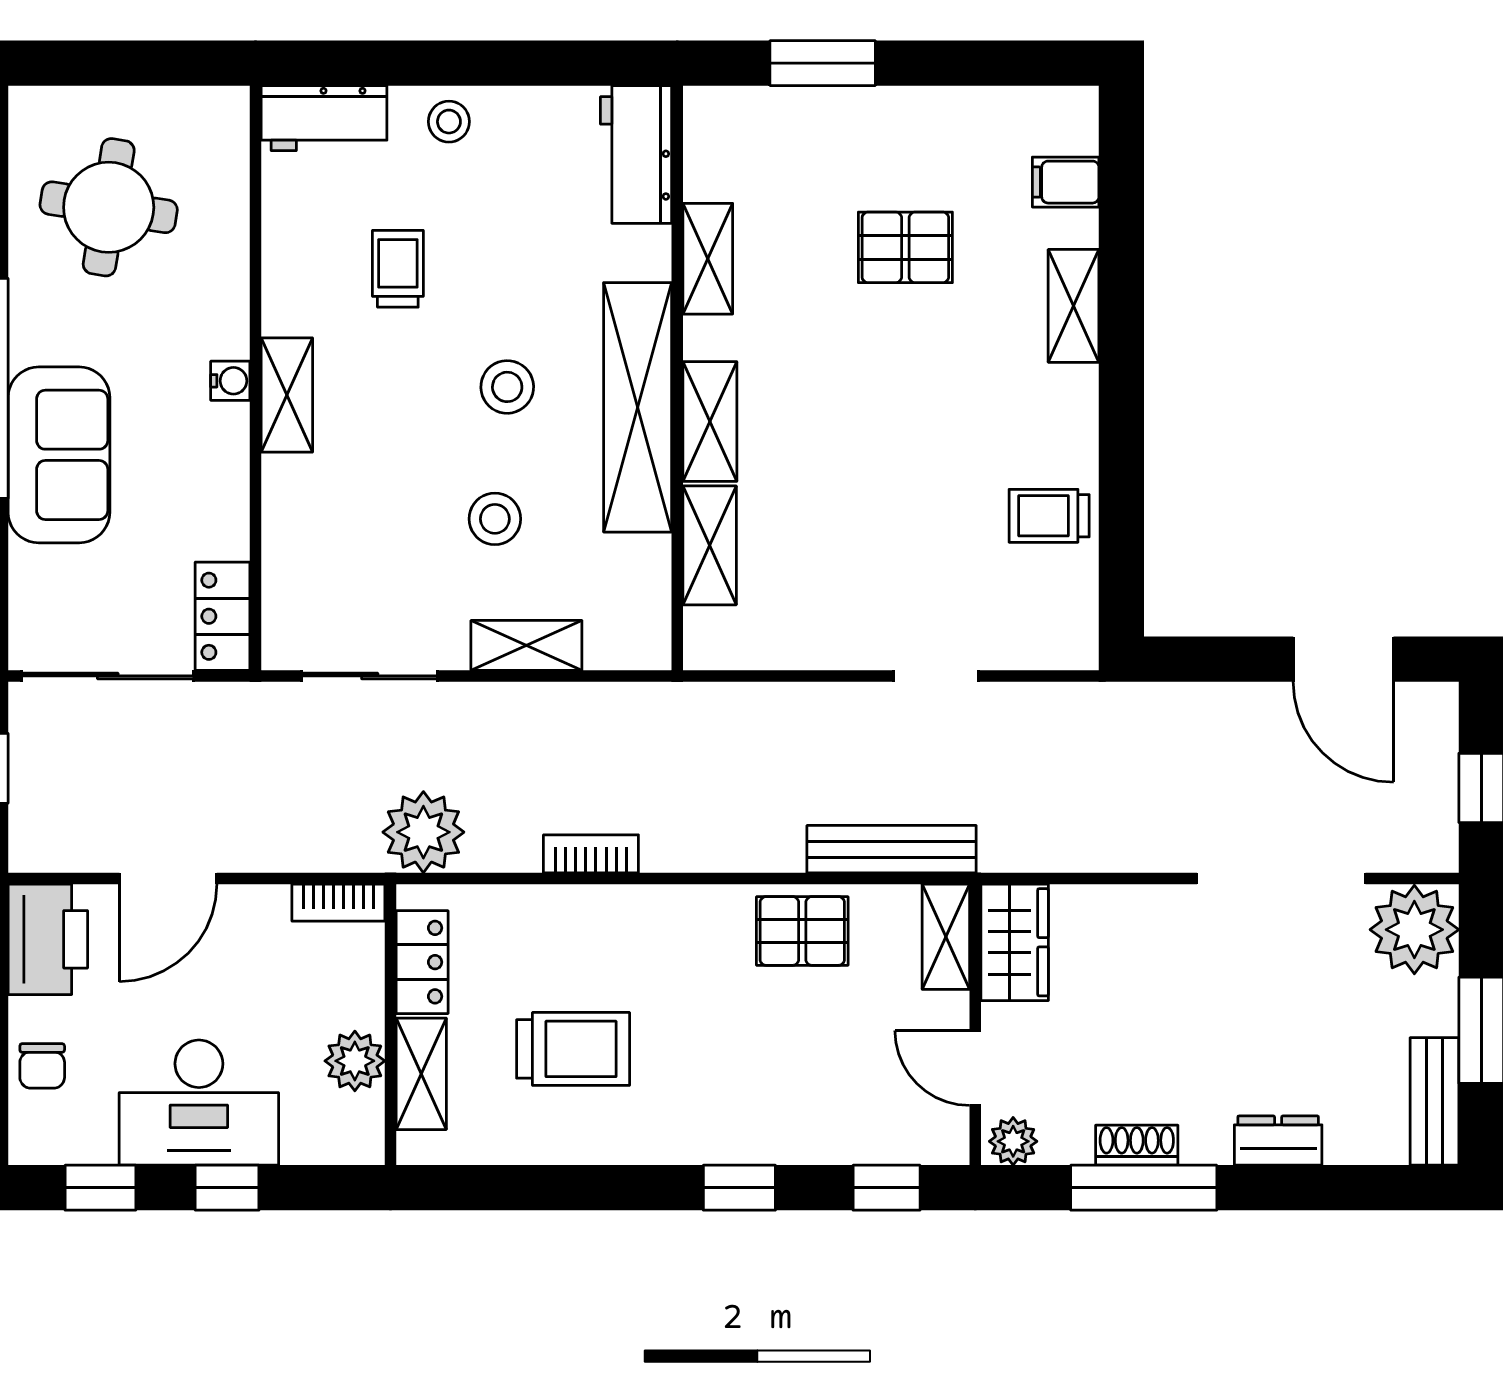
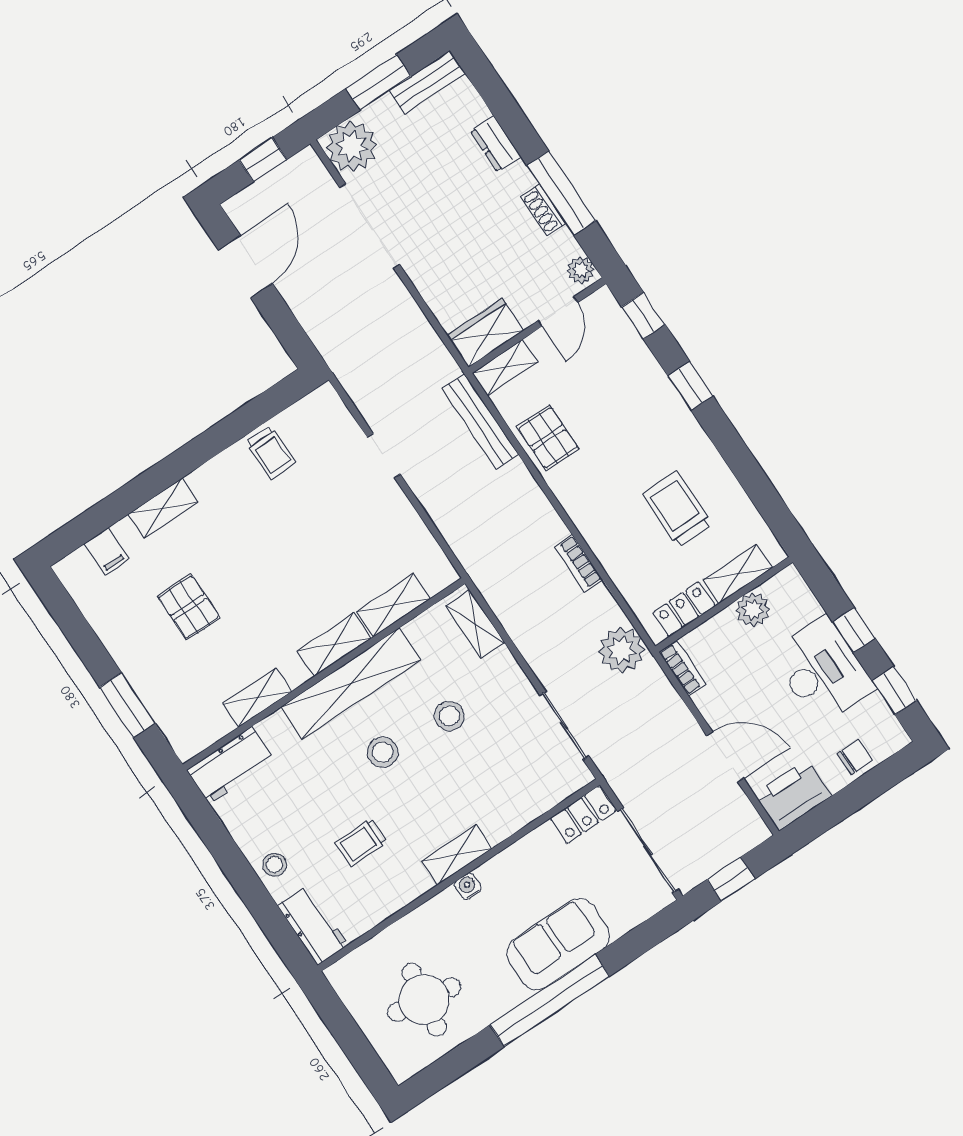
shelving: (526, 645) -> (475, 624), moved

